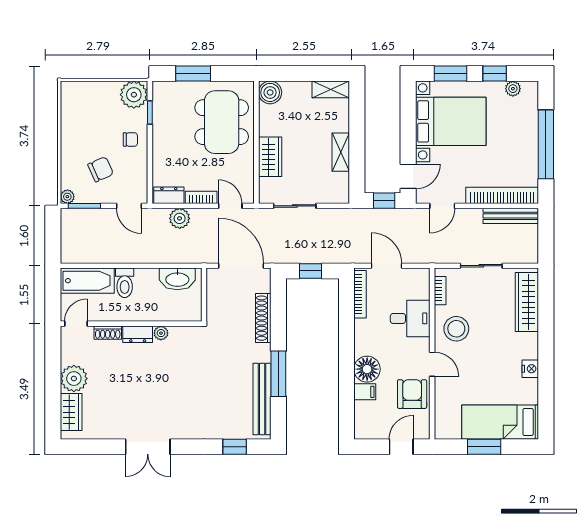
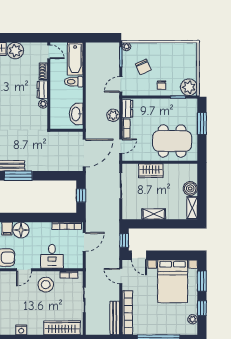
boiler: (270, 92) -> (190, 188), moved
shoe rack: (263, 318) -> (52, 167), removed

